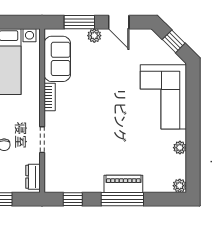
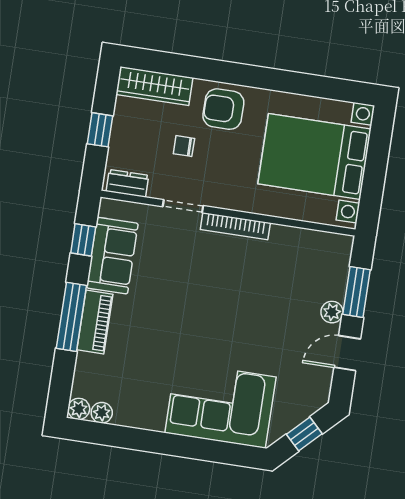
sofa: (57, 59) -> (112, 256), moved, turned -90
bookcase: (50, 97) -> (235, 226), width x1.56
plant: (180, 148) -> (102, 413), moved

